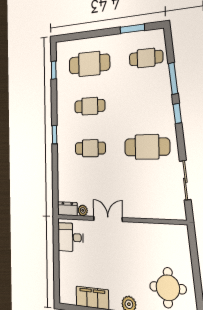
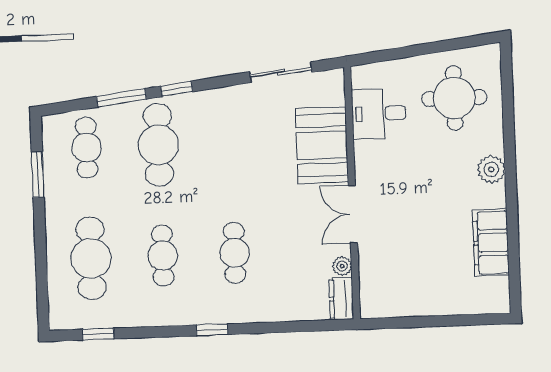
cafe table: (147, 147) -> (158, 145), moved
booth: (144, 203) -> (322, 145), added
desk: (70, 237) -> (379, 114), moved, turned 90

